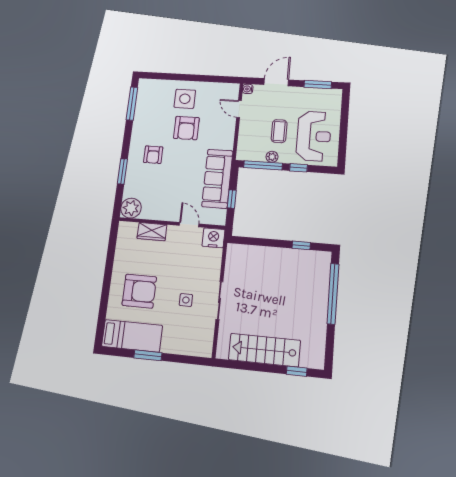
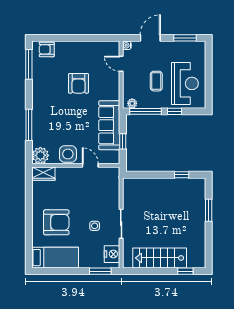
side table: (185, 99) -> (68, 154), moved
armchair: (153, 155) -> (47, 49), moved, turned 90
plant: (272, 157) -> (132, 103), moved
window: (122, 171) -> (29, 125), width x1.44
wardrobe: (152, 232) -> (43, 174), moved
nightstand: (213, 238) -> (112, 254), moved, turned 90
window: (333, 294) -> (209, 210), width x0.47
window: (148, 355) -> (100, 271), moved

